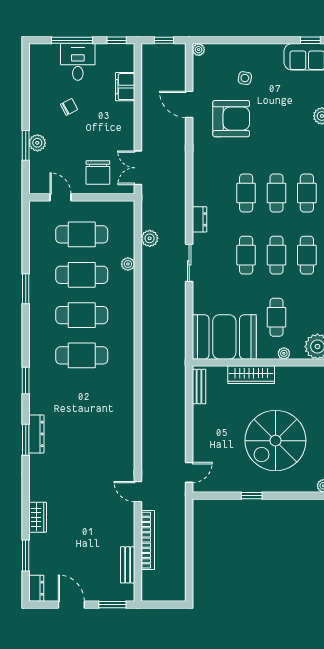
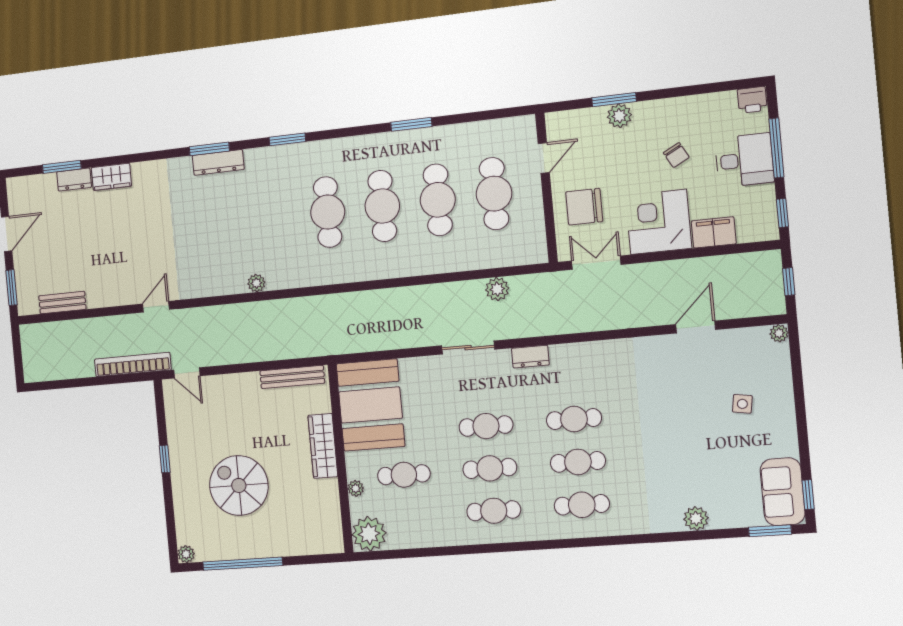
printer: (37, 53) -> (752, 100), added
armchair: (231, 119) -> (680, 389), removed
corner desk: (114, 123) -> (659, 222), added
plant: (128, 264) -> (256, 283), moved
bench: (199, 387) -> (292, 377), width x1.36
spiral stairs: (275, 441) -> (239, 485), width x0.73, depth x0.73
bookcase: (148, 540) -> (133, 364), moved, turned 180
dresser: (36, 588) -> (74, 180), moved

